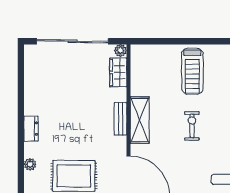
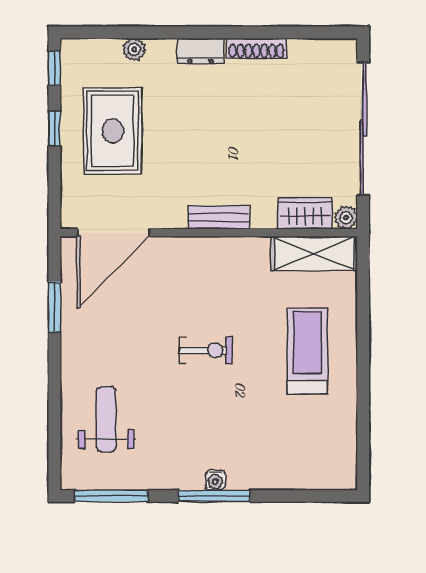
treadmill: (192, 71) -> (307, 351), turned 90
shoe rack: (29, 99) -> (256, 48), added
shelving: (140, 120) -> (314, 253), moved

